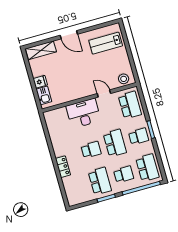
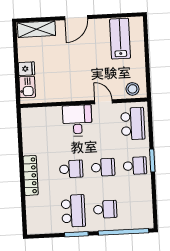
door: (69, 35) -> (76, 18), hinge flipped
lab bench: (106, 43) -> (120, 39), turned 90
desk: (83, 113) -> (77, 121), width x0.73
school desk: (115, 143) -> (103, 167), width x0.54
locker: (63, 167) -> (31, 175), width x1.53
school desk: (147, 168) -> (137, 208), removed

